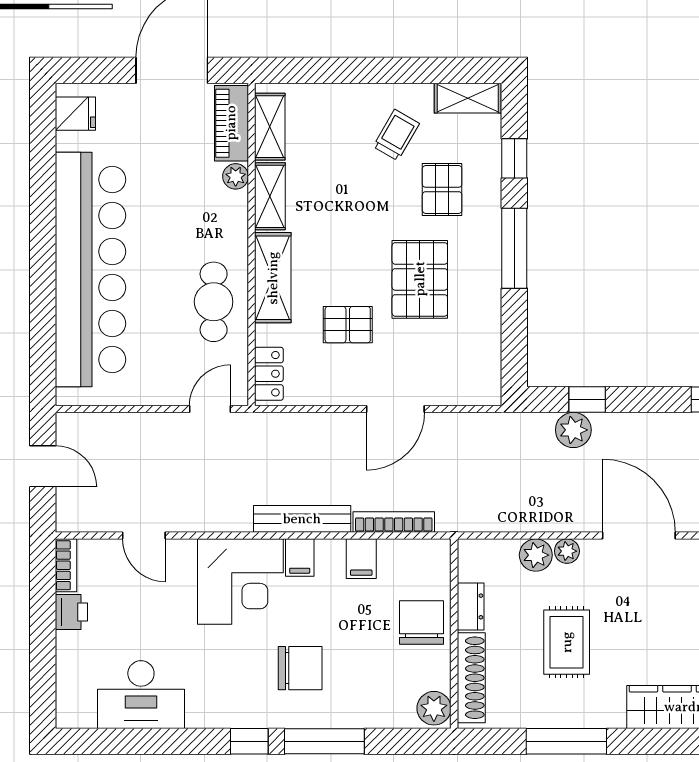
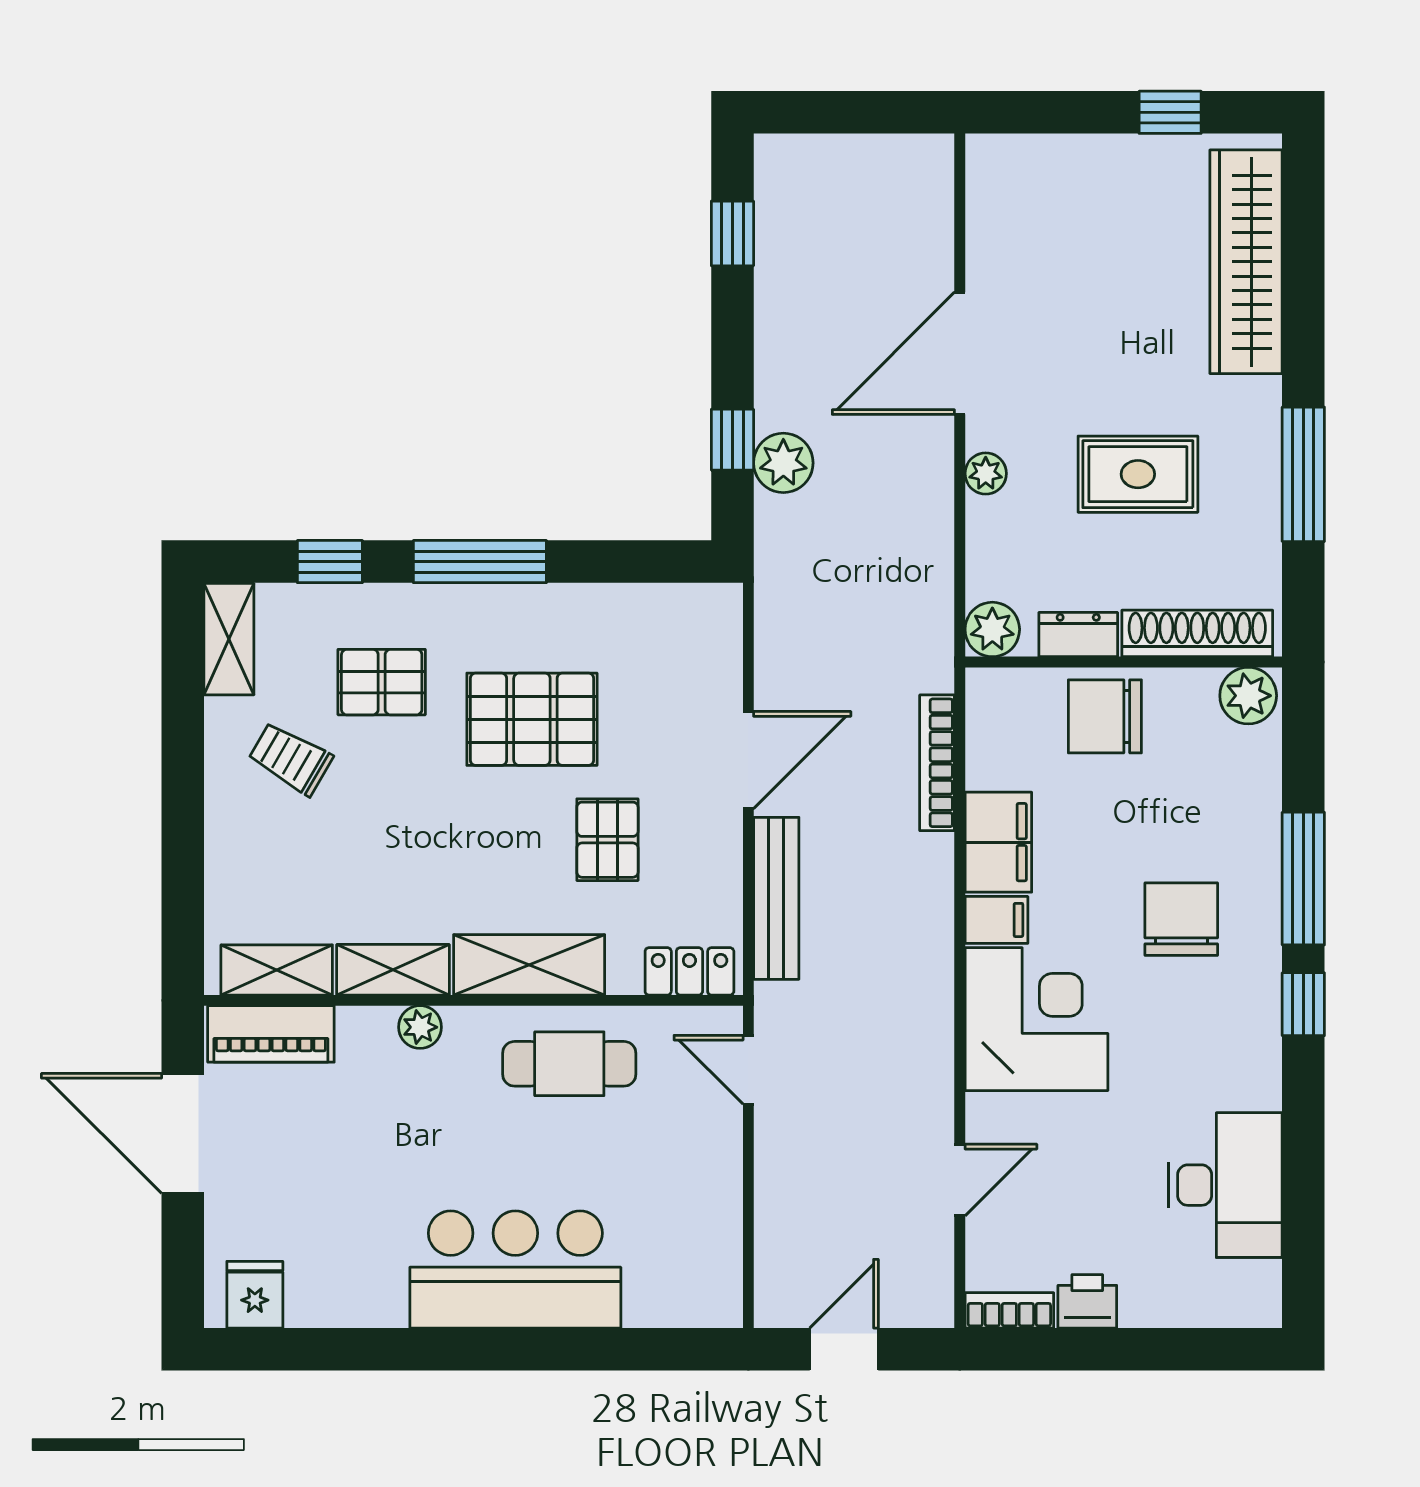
plant: (236, 176) -> (420, 1027), moved
bar counter: (90, 270) -> (515, 1269), width x0.54
door: (395, 409) -> (748, 760), hinge flipped
bench: (302, 519) -> (776, 898), moved
plant: (536, 555) -> (992, 629), moved
filing cabinet: (361, 559) -> (998, 842), width x2.00

